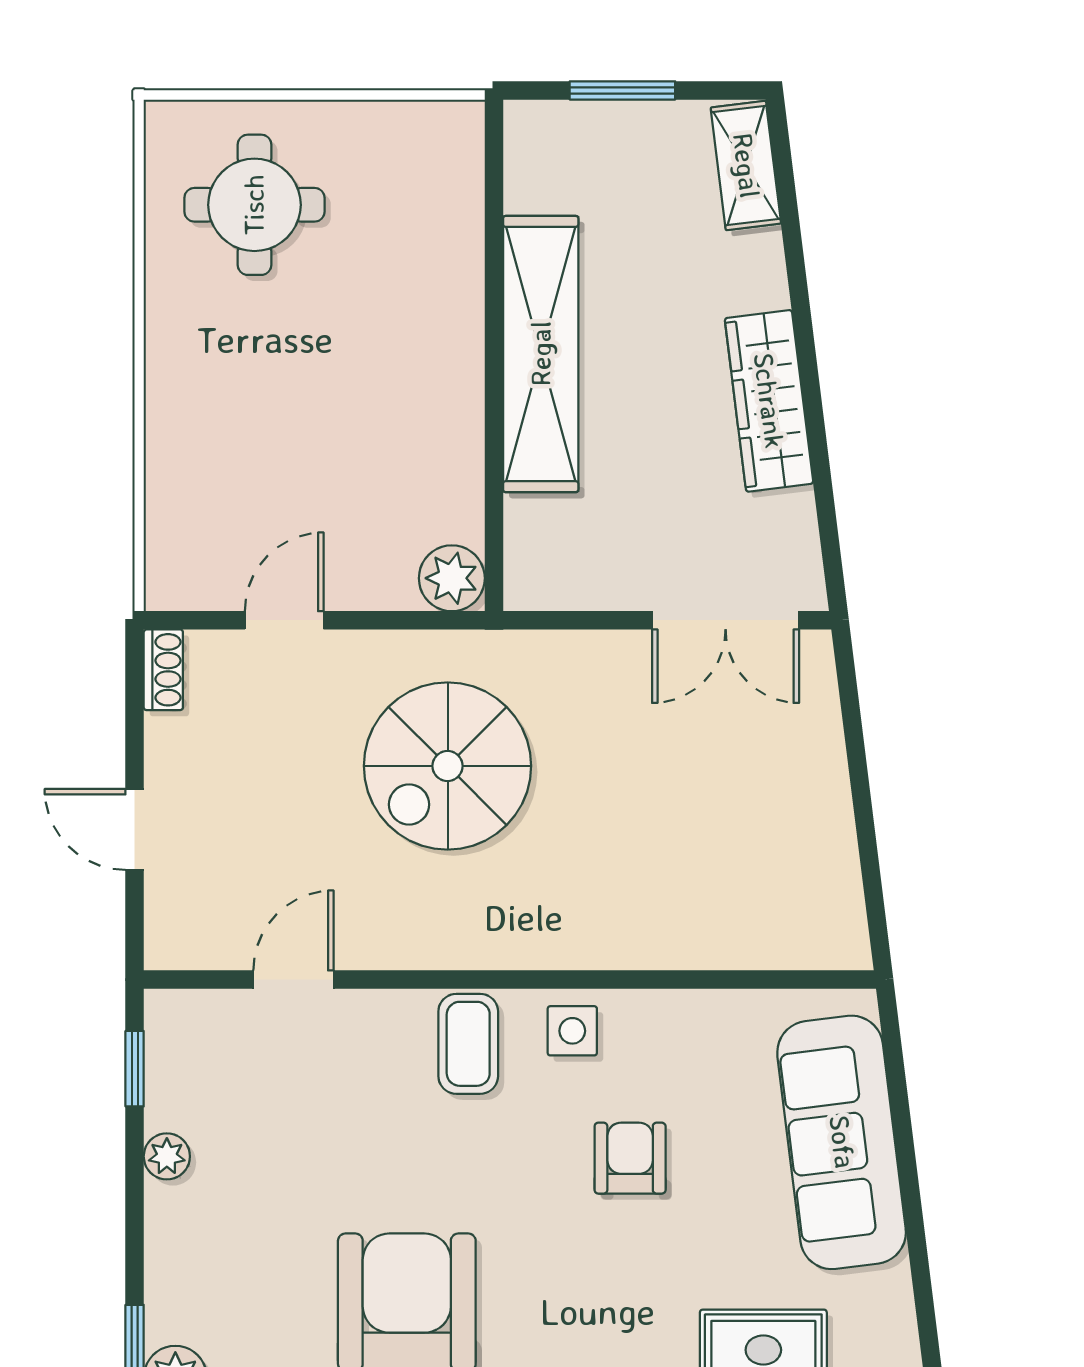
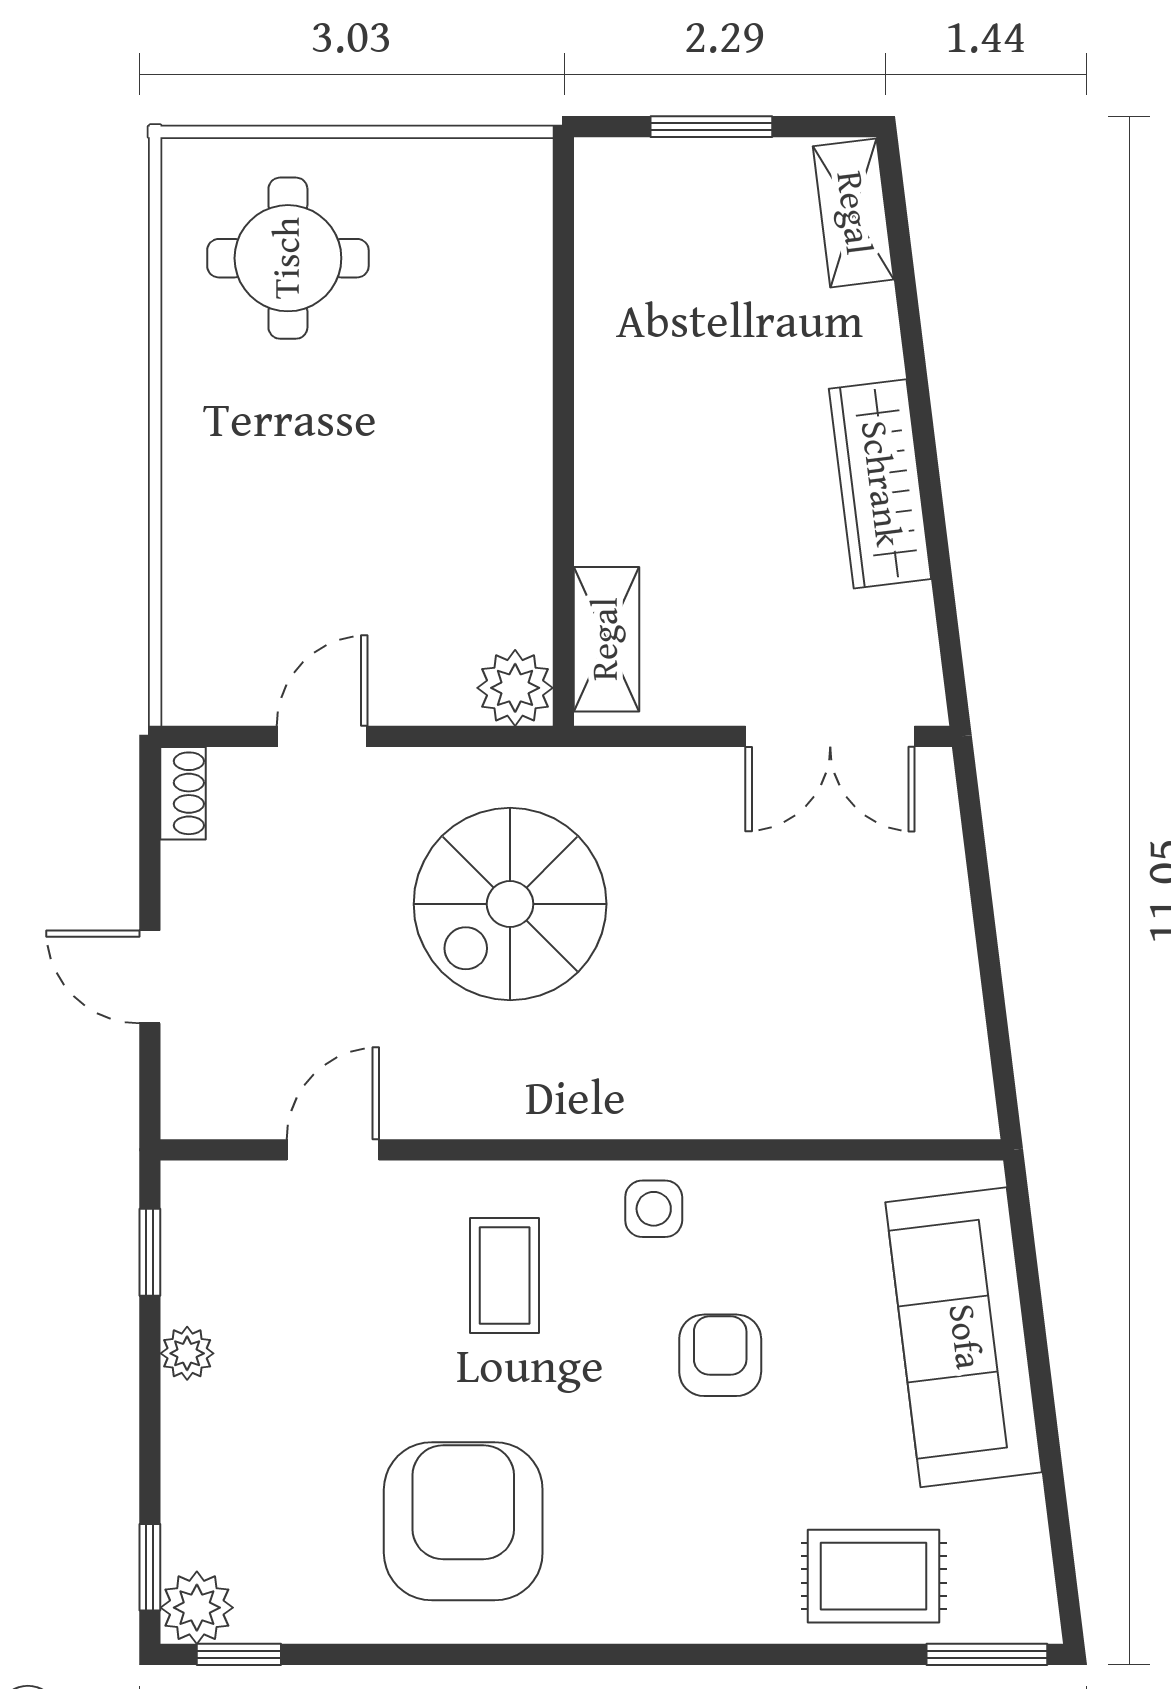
shelving: (541, 354) -> (606, 639), moved, width x0.45, depth x0.75
coffee table: (468, 1044) -> (505, 1275), moved

